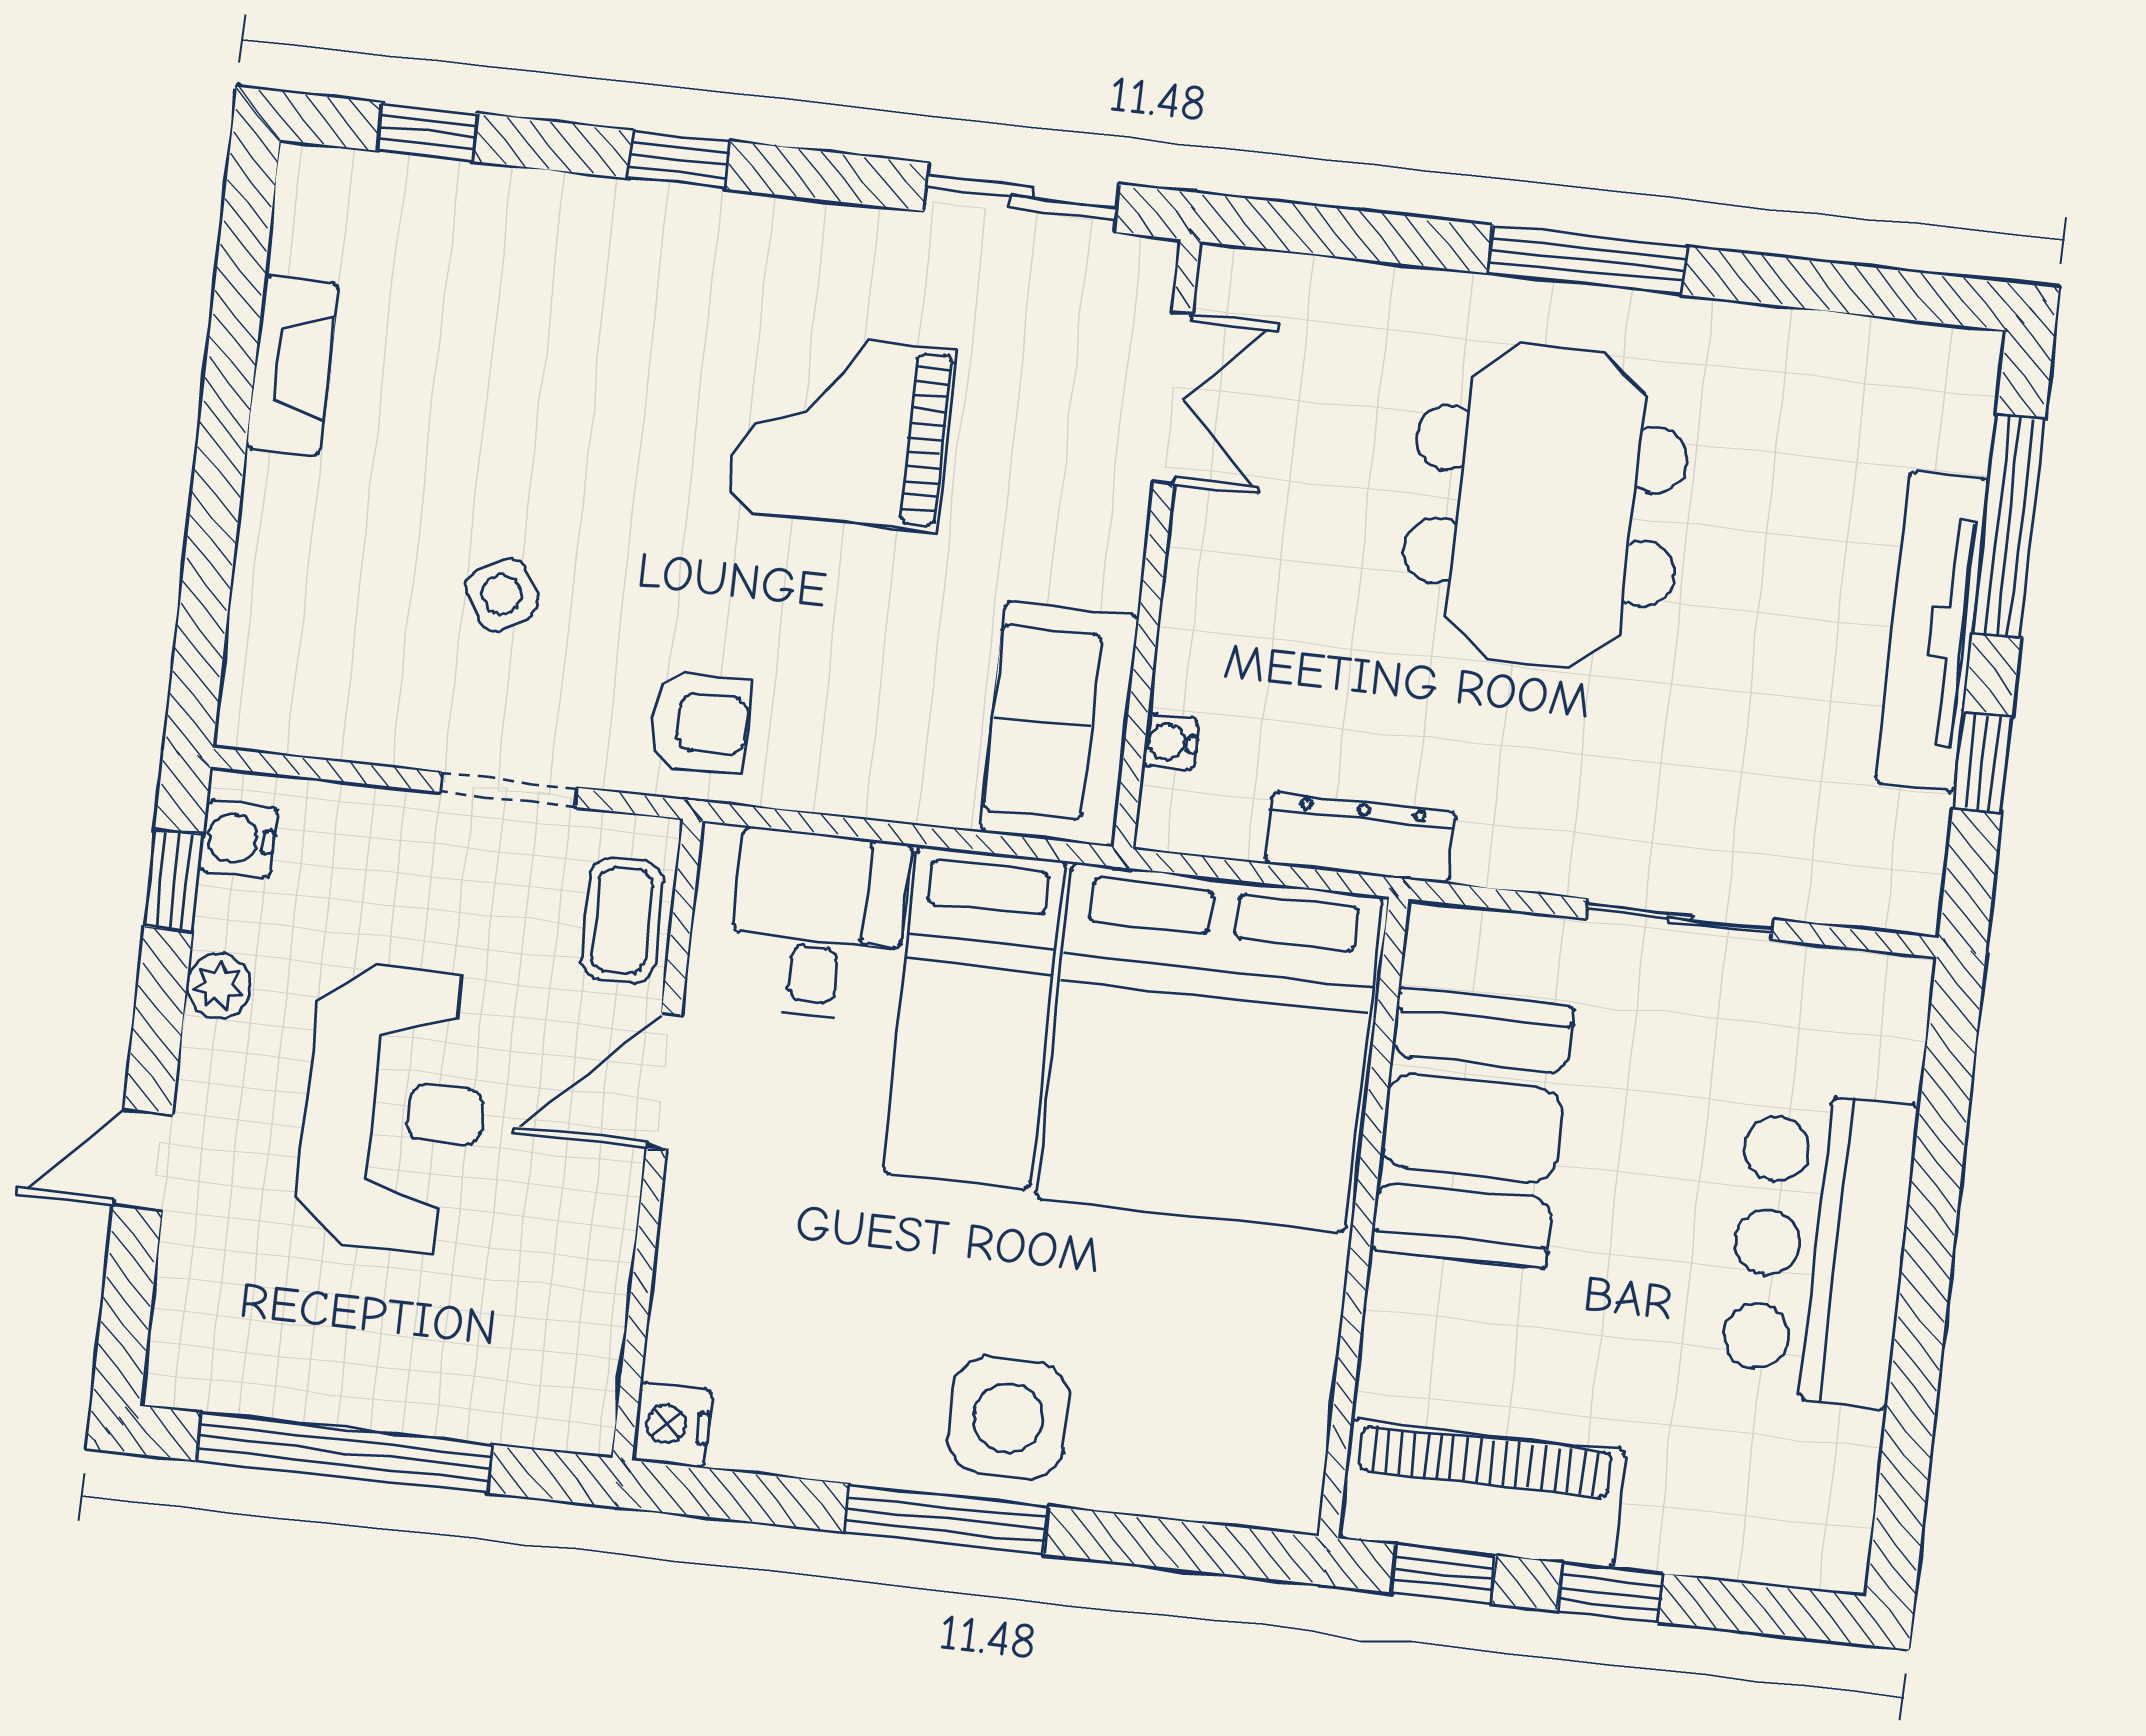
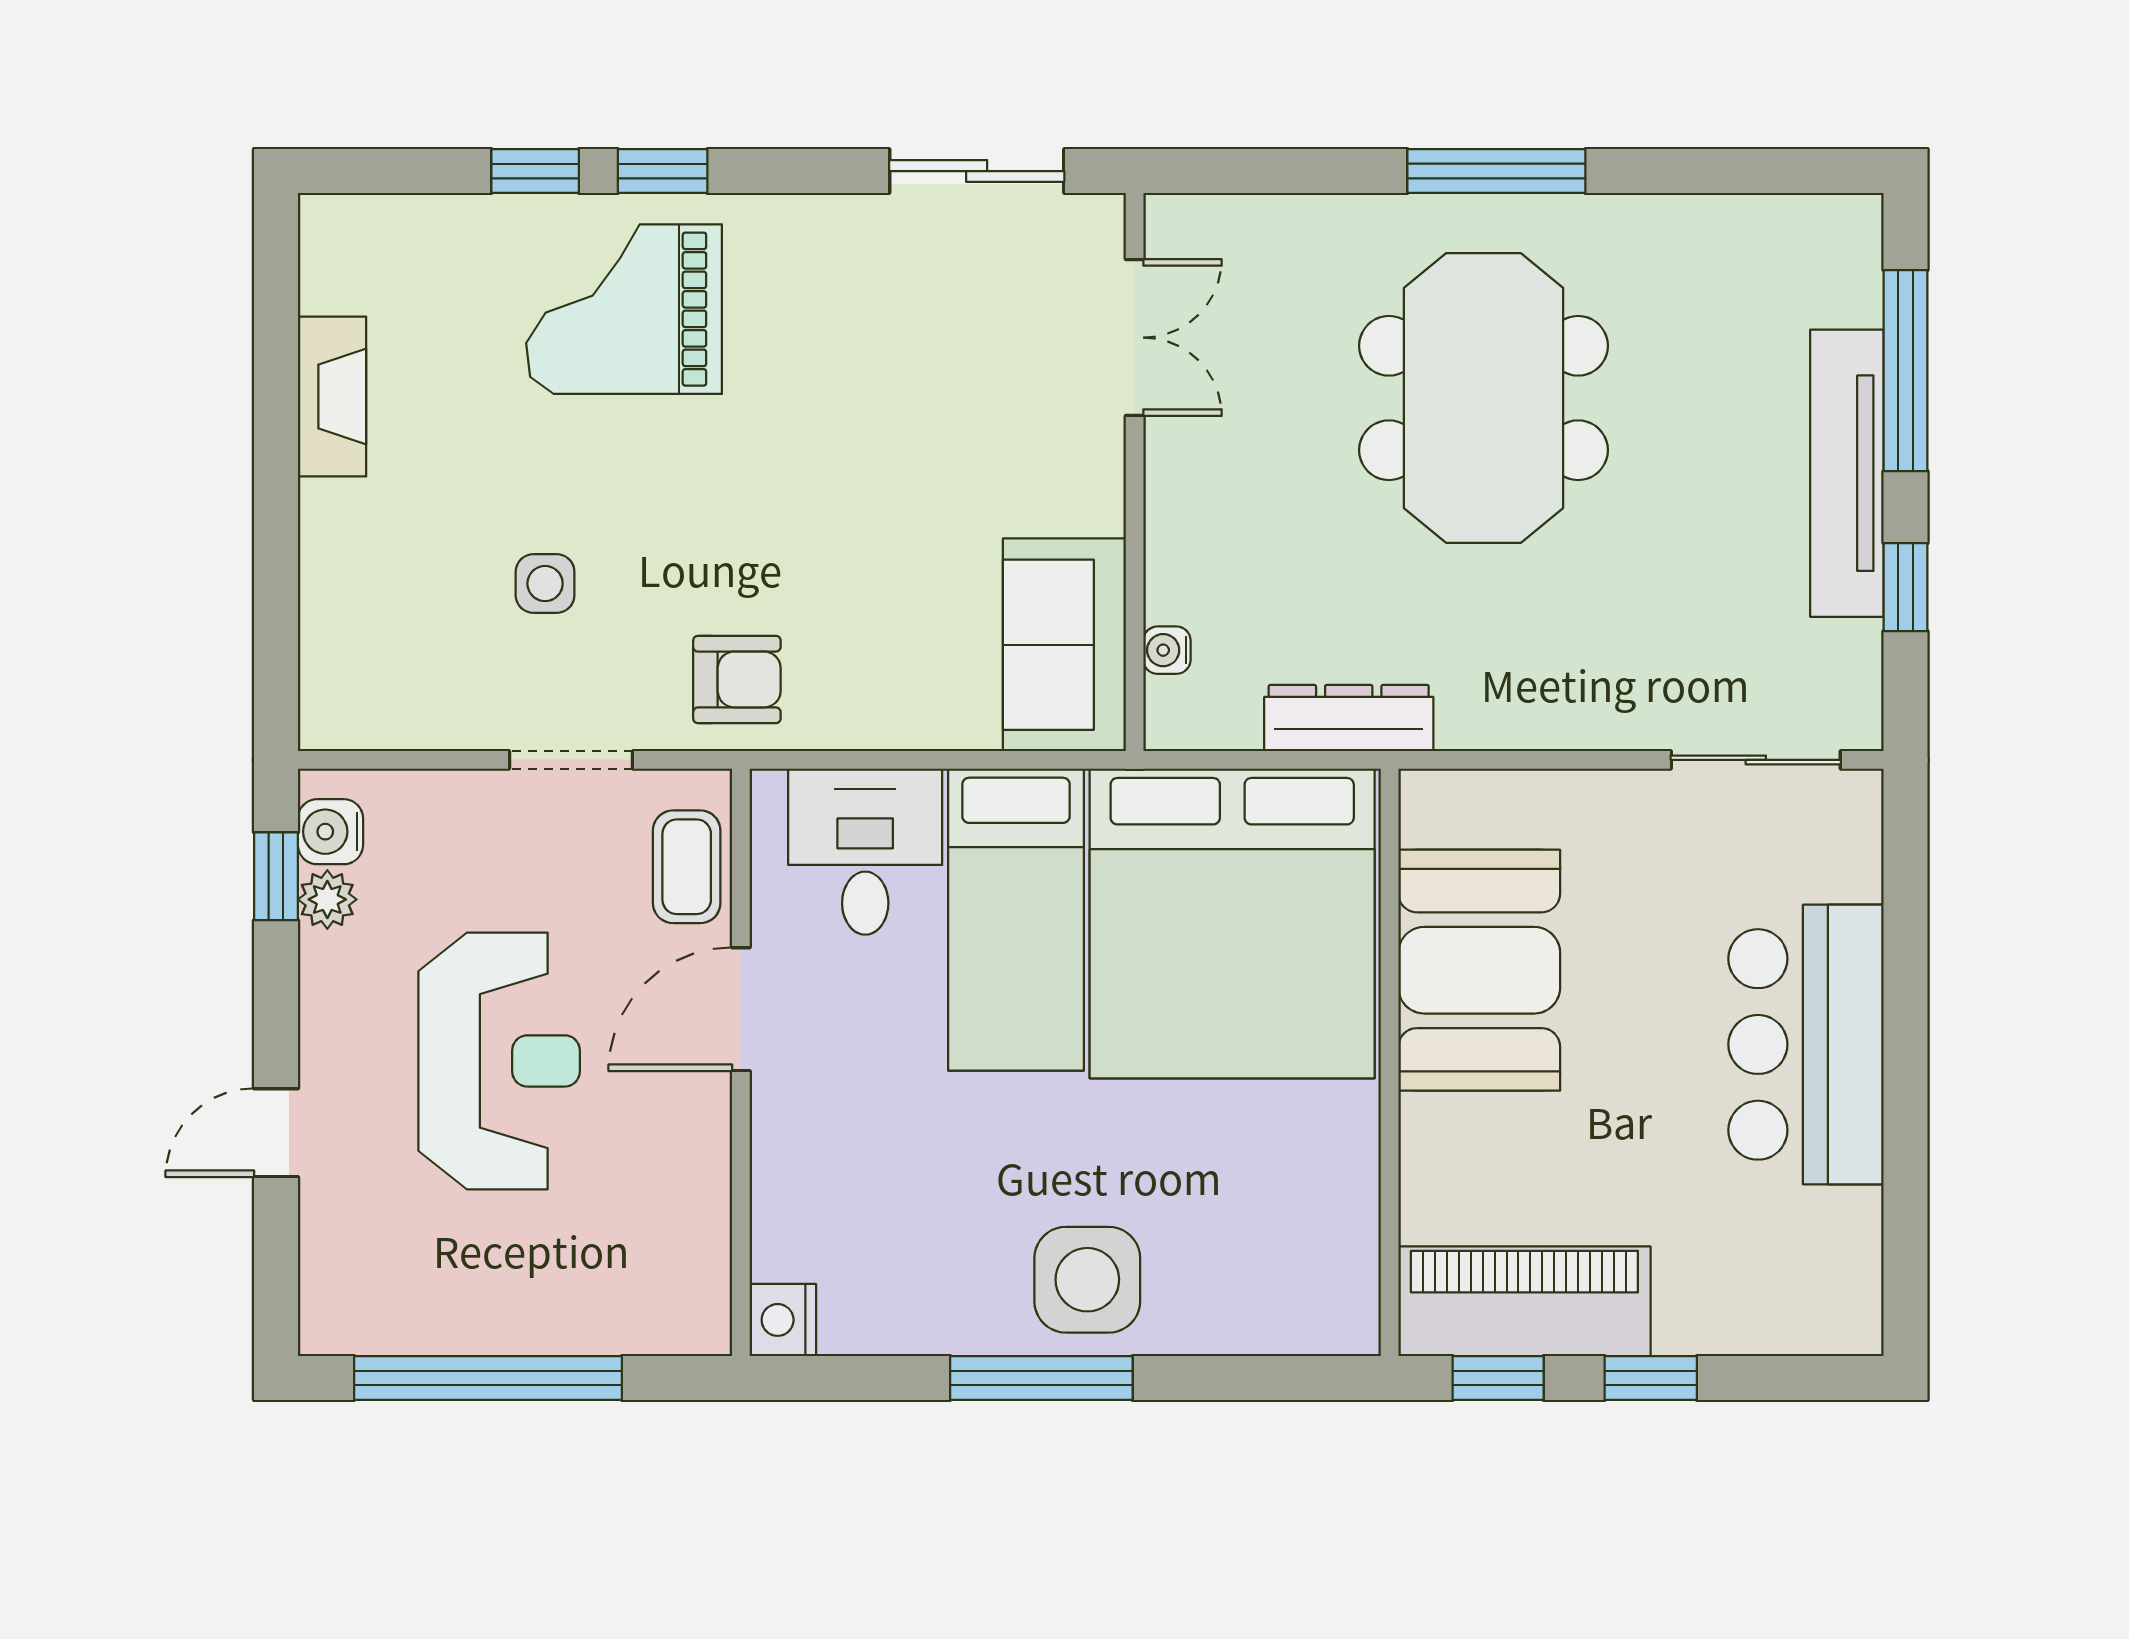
window: (427, 132) -> (535, 171), moved
grand piano: (841, 430) -> (624, 309), moved
side table: (502, 595) -> (545, 584), turned 30
sliding door: (1680, 919) -> (1756, 760), moved
plant: (219, 986) -> (327, 899), moved

